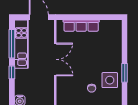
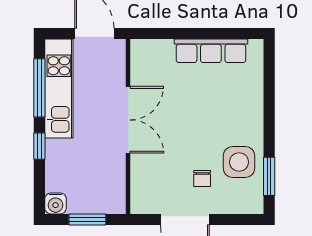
row of seats: (81, 26) -> (211, 51), moved
window: (125, 73) -> (269, 176), moved

